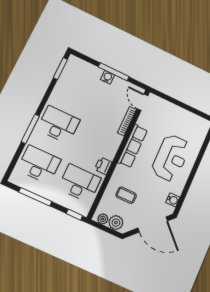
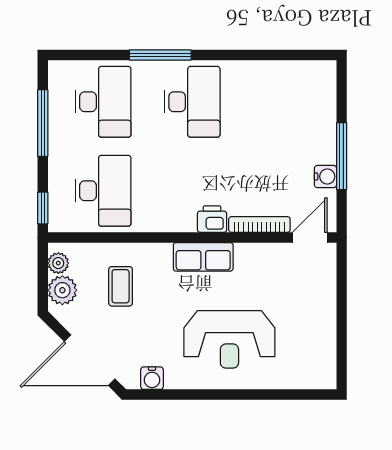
window: (60, 69) -> (299, 55), removed
water cooler: (108, 77) -> (325, 177), moved
row of seats: (133, 146) -> (203, 257), width x0.68
printer: (103, 166) -> (212, 219), moved
door: (153, 224) -> (90, 360), hinge flipped

